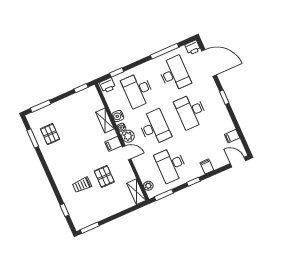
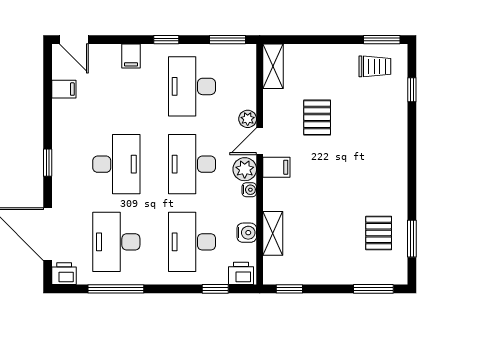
desk: (138, 90) -> (192, 242), turned 180
water cooler: (118, 116) -> (247, 233), moved
shelving: (105, 120) -> (273, 233), moved
door: (127, 153) -> (260, 141), hinge flipped
desk: (171, 165) -> (192, 86), turned 180
trolley: (82, 185) -> (375, 66), moved
plant: (148, 186) -> (248, 119), moved

